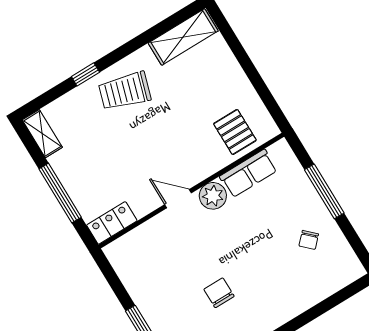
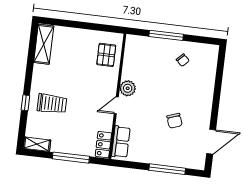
trolley: (125, 91) -> (52, 104), moved, turned -107
pallet: (235, 132) -> (106, 55), turned 90
row of seats: (248, 173) -> (121, 142), moved
chair: (219, 293) -> (175, 121), turned -110

